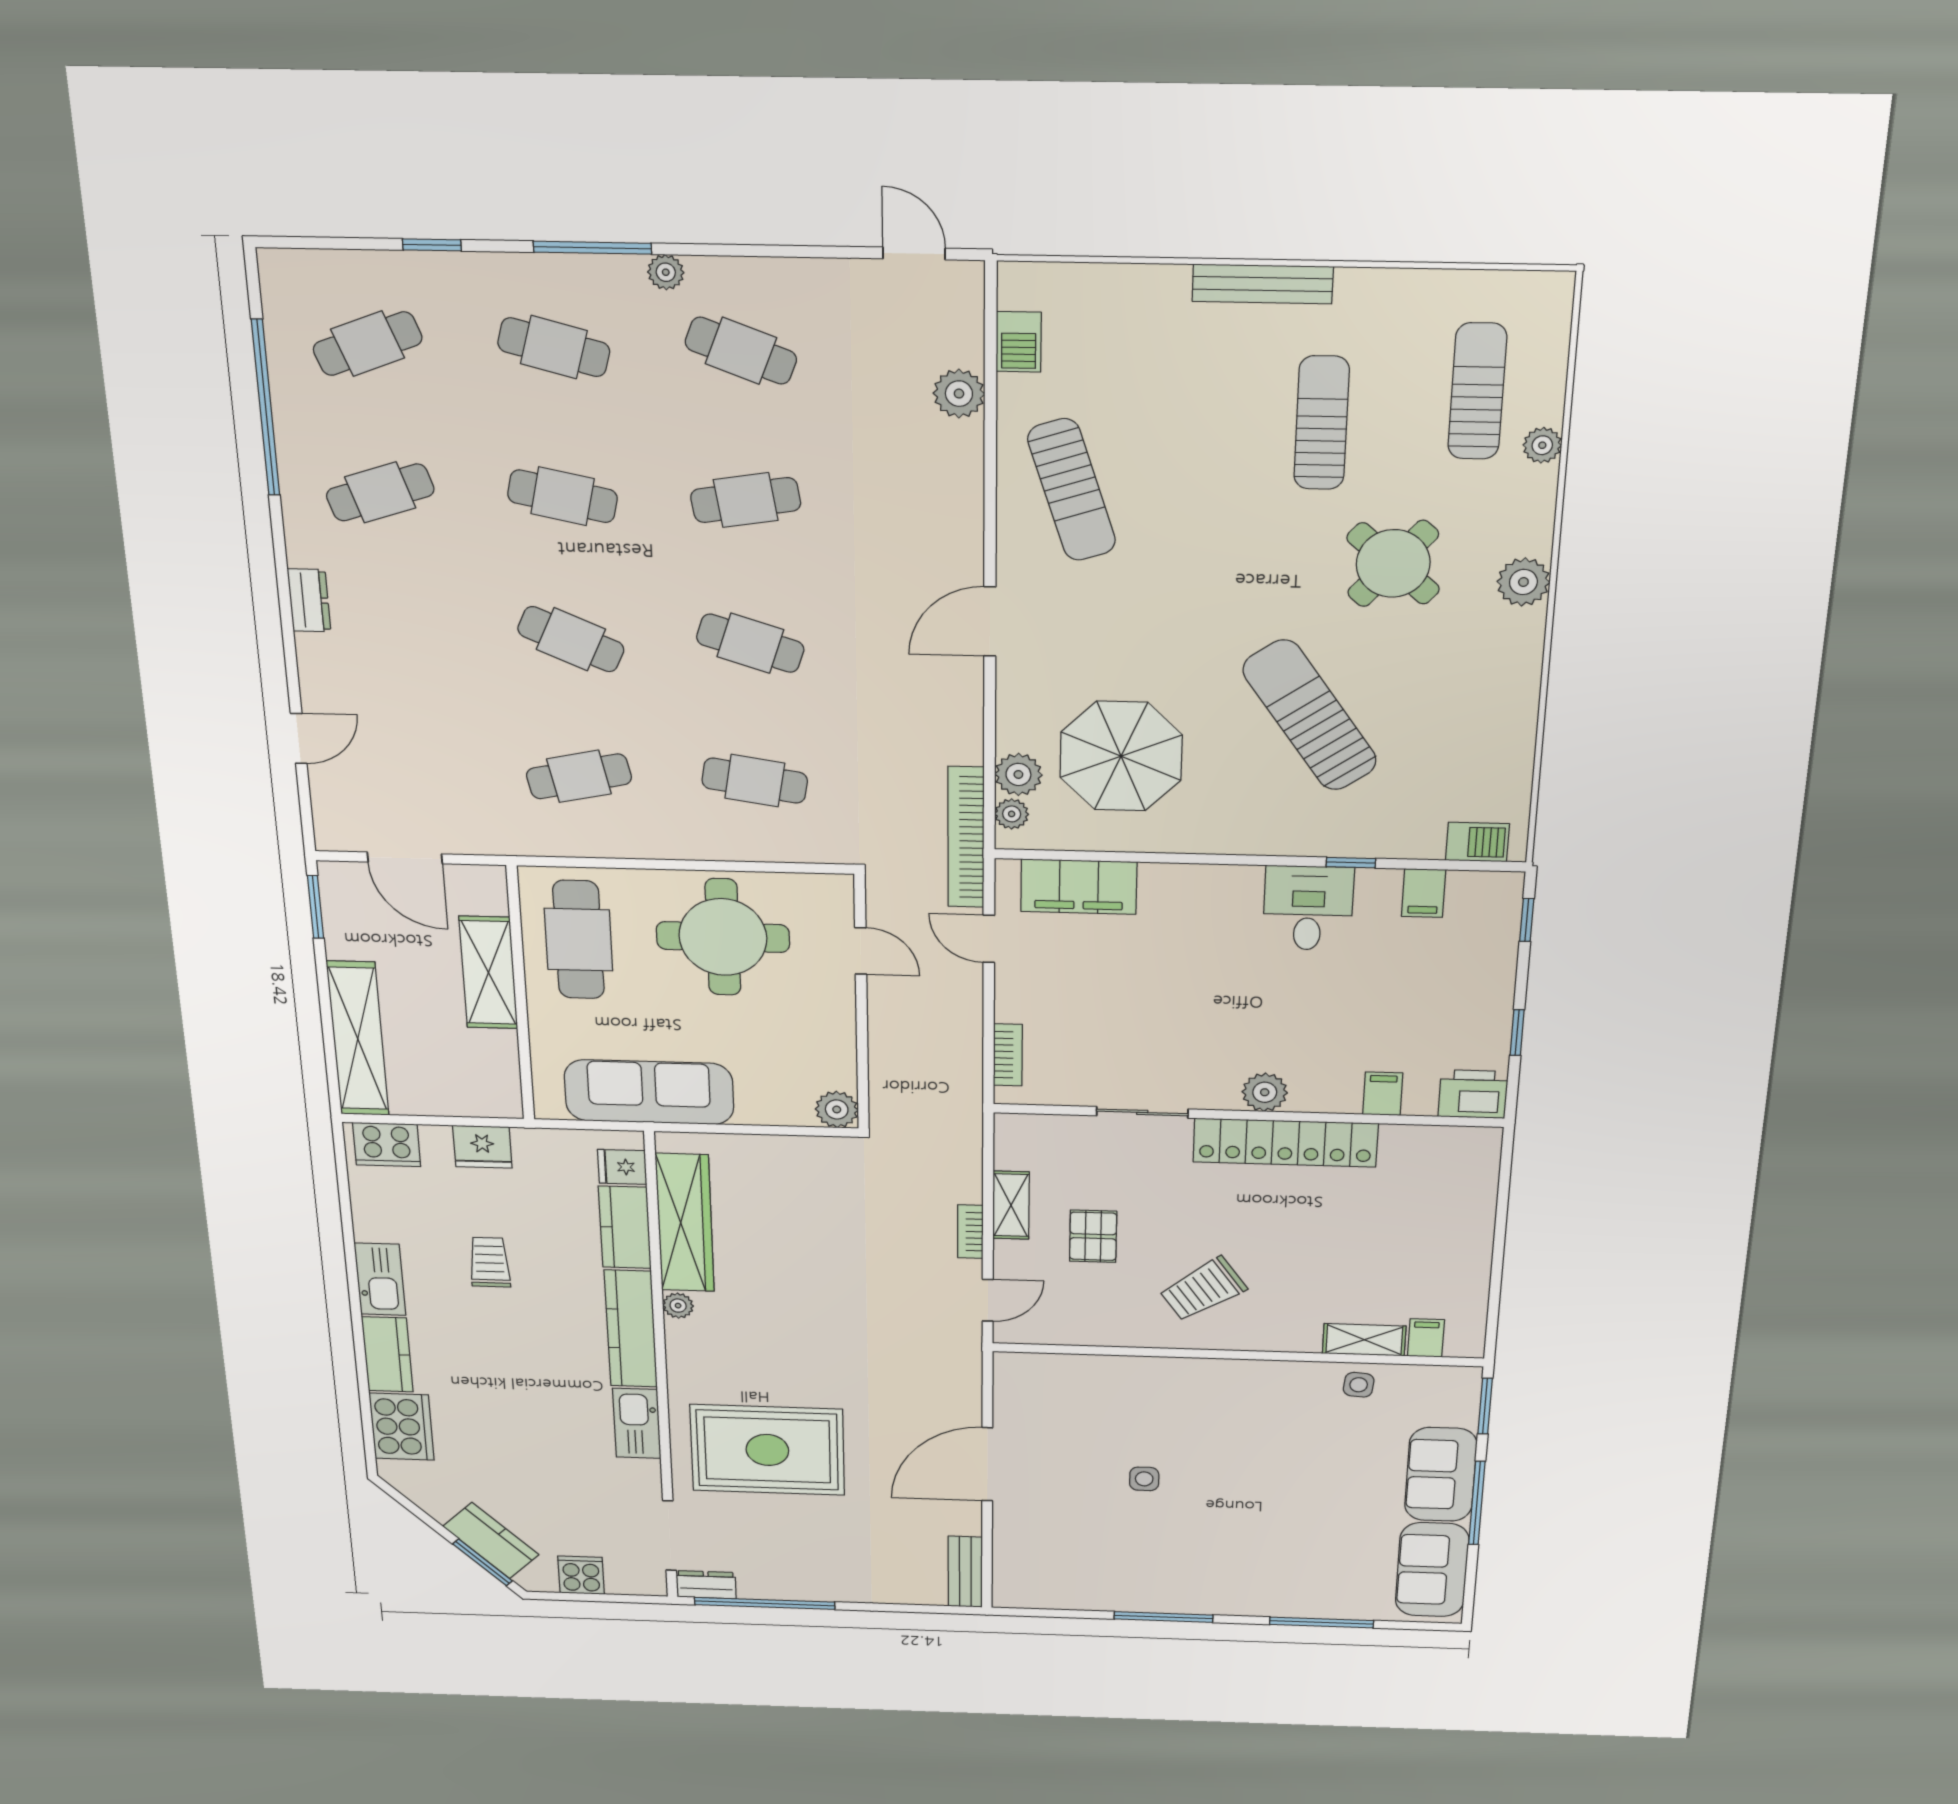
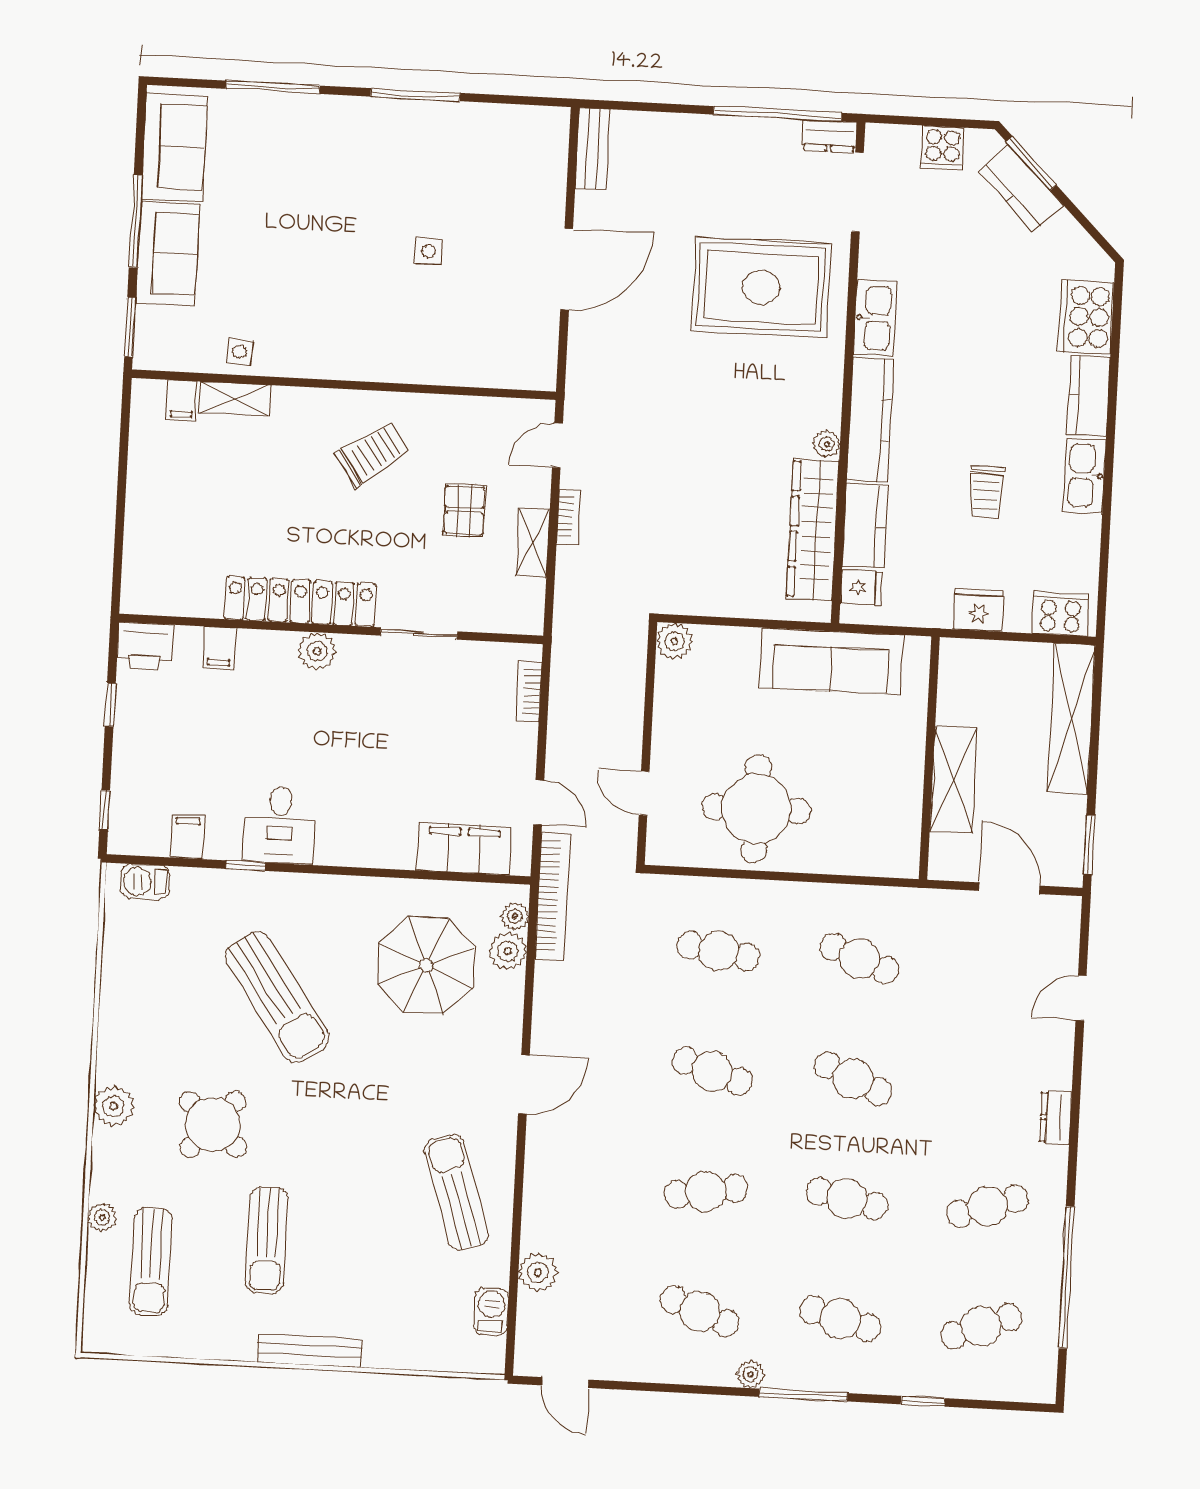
cafe table: (579, 776) -> (859, 959), turned 33
cafe table: (579, 940) -> (875, 809), removed

